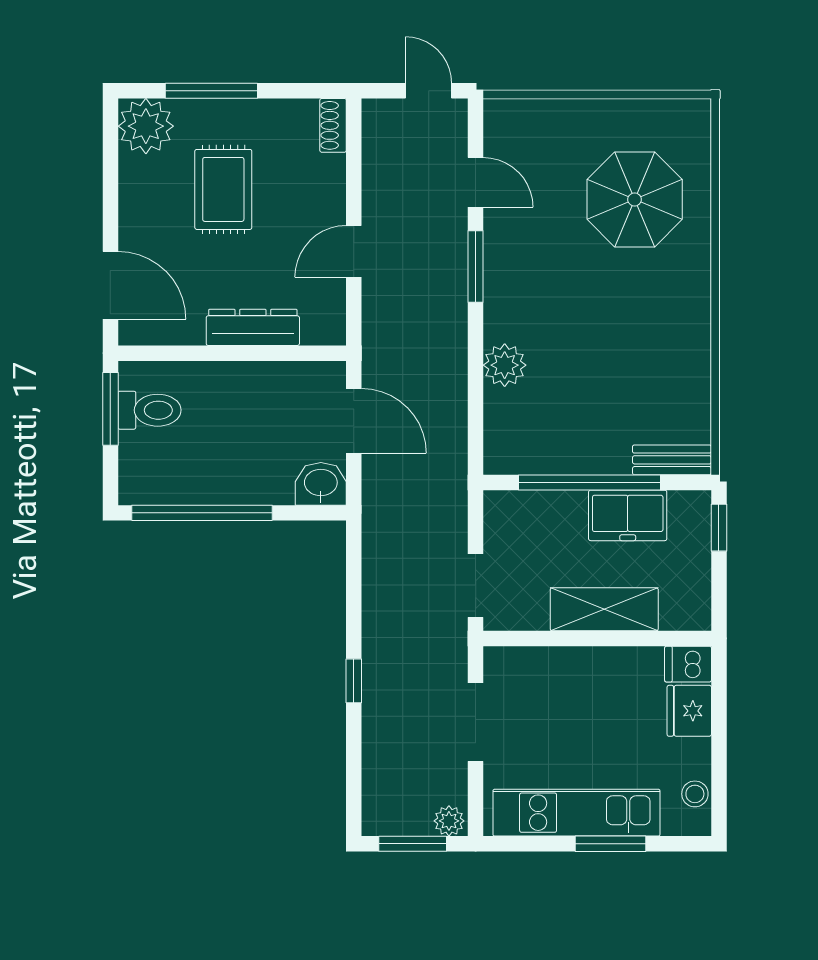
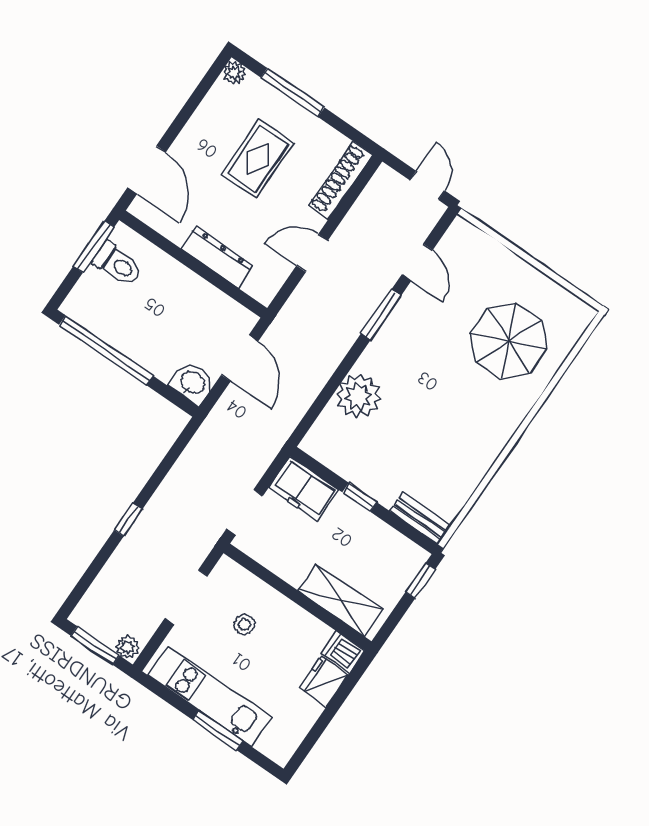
shoe rack: (333, 125) -> (340, 180), width x1.94, depth x1.24
plant: (146, 126) -> (234, 73), width x0.53, depth x0.53
plant: (505, 365) -> (359, 396), width x1.36, depth x1.36
window: (589, 482) -> (359, 497), width x0.32
freezer: (628, 515) -> (304, 489), moved
shelving: (604, 609) -> (340, 600), moved
stool: (695, 794) -> (244, 624), moved

